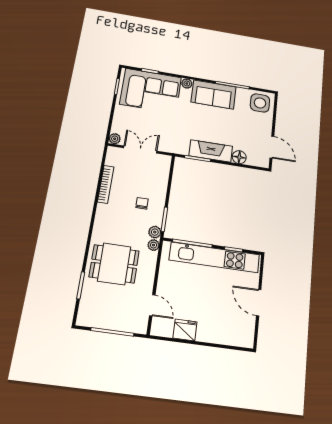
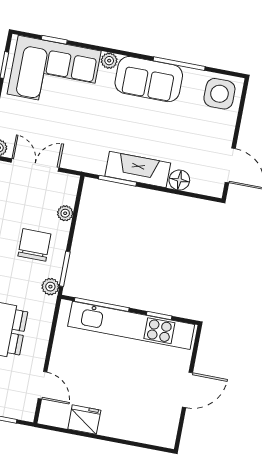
chair: (142, 203) -> (34, 245), width x1.87, depth x1.87
plant: (153, 245) -> (65, 213), moved
door: (259, 303) -> (187, 390), swing flipped

